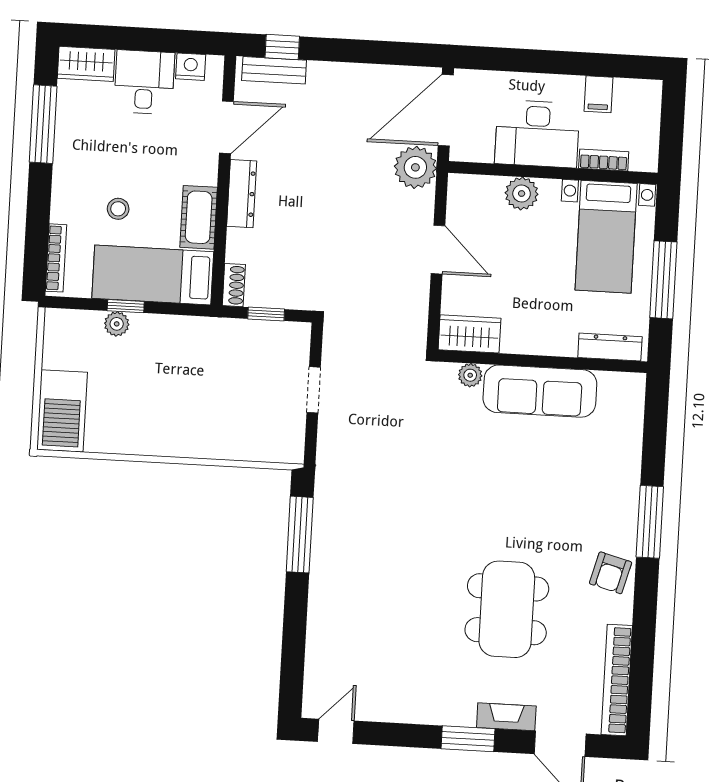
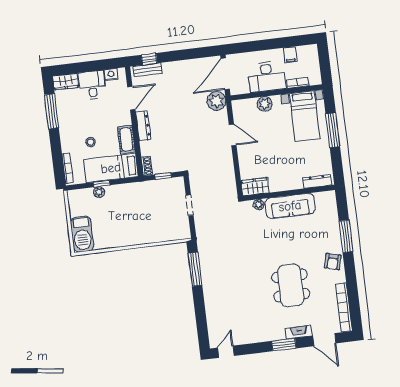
wardrobe: (470, 334) -> (255, 187), moved
dresser: (610, 347) -> (317, 181), moved
wall: (542, 361) -> (289, 193), moved
plant: (470, 375) -> (259, 205), moved
sofa: (540, 391) -> (290, 206), moved

